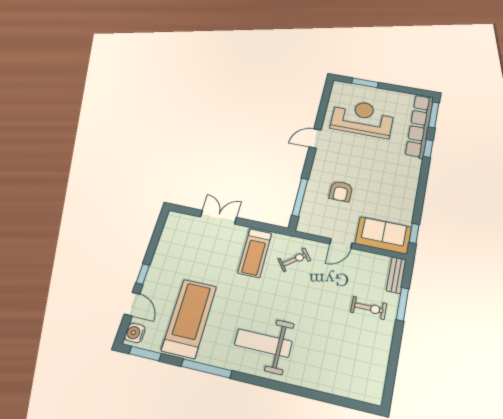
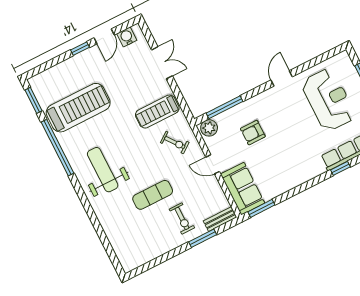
door: (315, 138) -> (282, 78), hinge flipped
plant: (307, 222) -> (209, 128), added
window: (414, 233) -> (261, 208), width x1.50
door: (132, 304) -> (104, 36), moved
exercise mat: (325, 317) -> (153, 195), added
water cooler: (135, 333) -> (127, 37), moved
window: (206, 368) -> (57, 148), width x1.46

